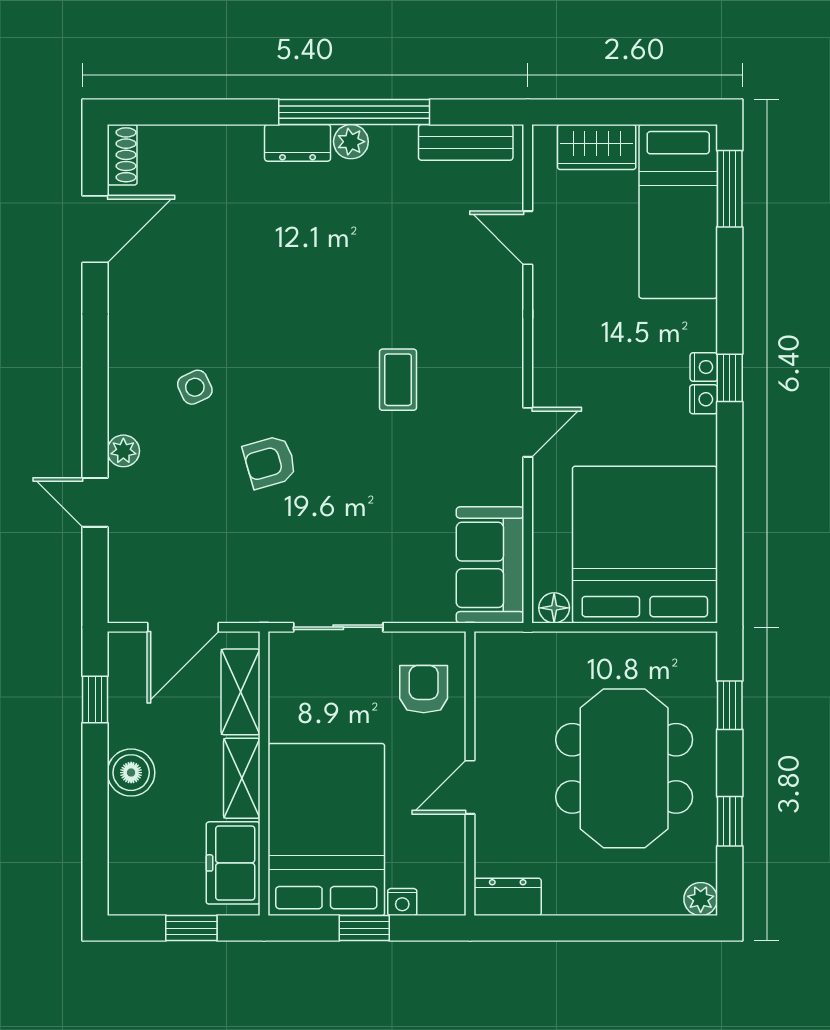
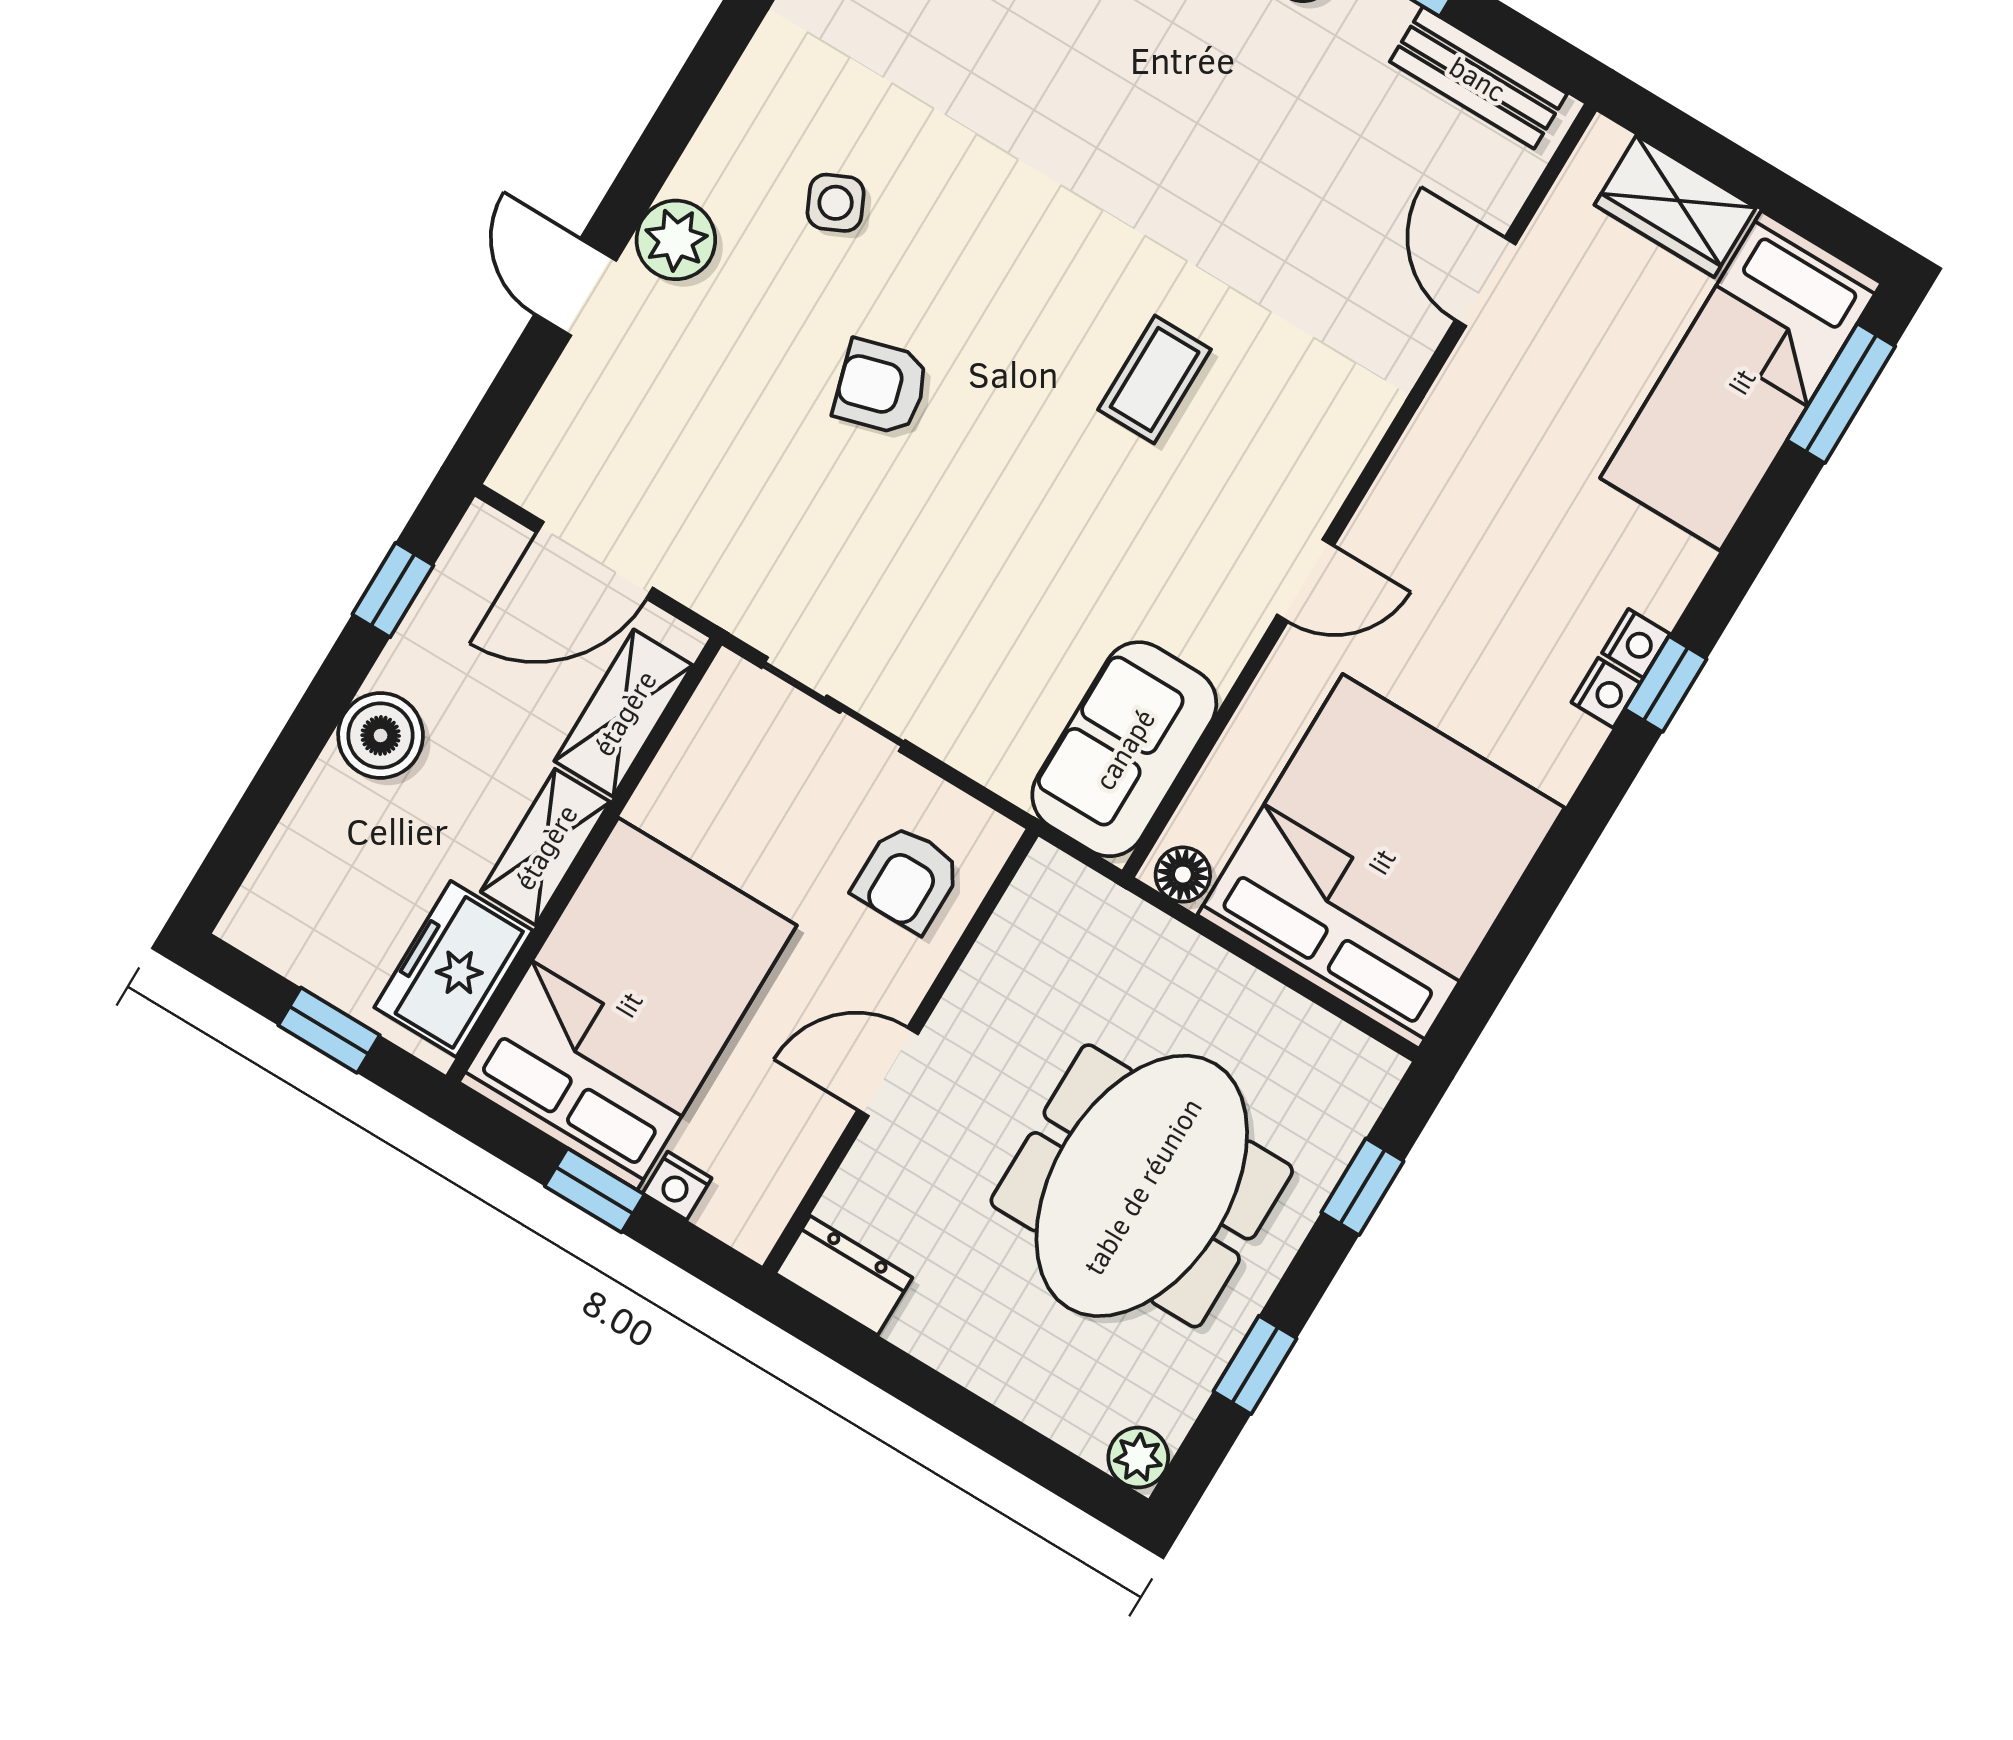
plant: (123, 451) -> (676, 240), width x1.38, depth x1.38
armchair: (424, 689) -> (907, 878), turned 180

